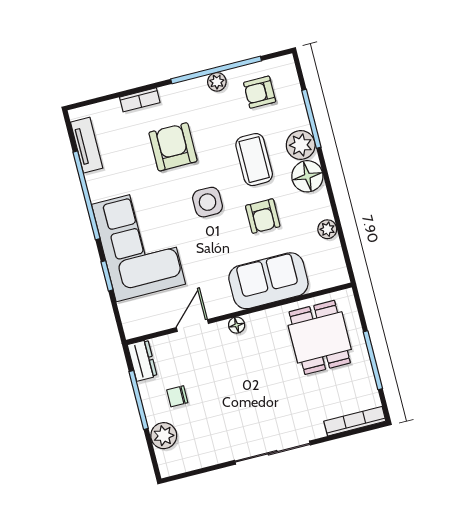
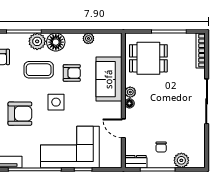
armchair: (173, 147) -> (20, 114), turned 180
plant: (256, 322) -> (130, 92), added

